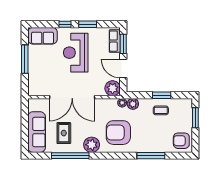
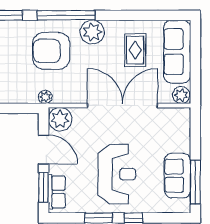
sofa: (43, 36) -> (178, 176), moved, turned -90
window: (25, 59) -> (195, 182), moved
plant: (133, 104) -> (181, 95), moved
armchair: (118, 133) -> (51, 51), turned 180
window: (70, 156) -> (66, 15), moved

